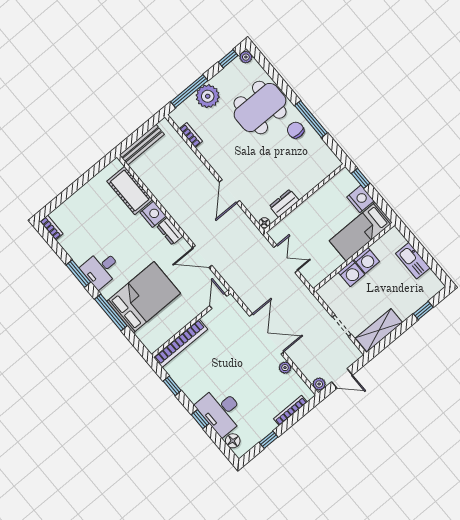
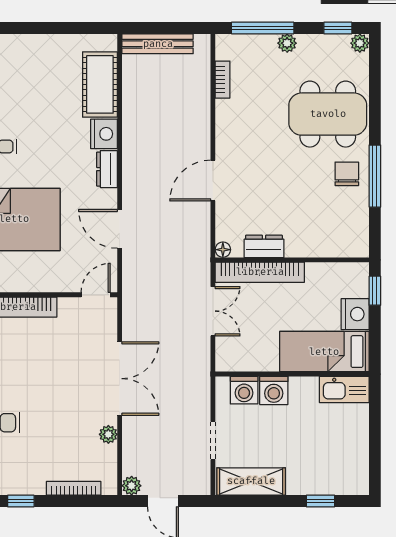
plant: (208, 96) -> (287, 43), width x0.53, depth x0.53
bookcase: (293, 219) -> (260, 272), added
washing machine: (367, 260) -> (244, 390), moved
kitchen sink: (413, 261) -> (344, 389), moved, turned -90

